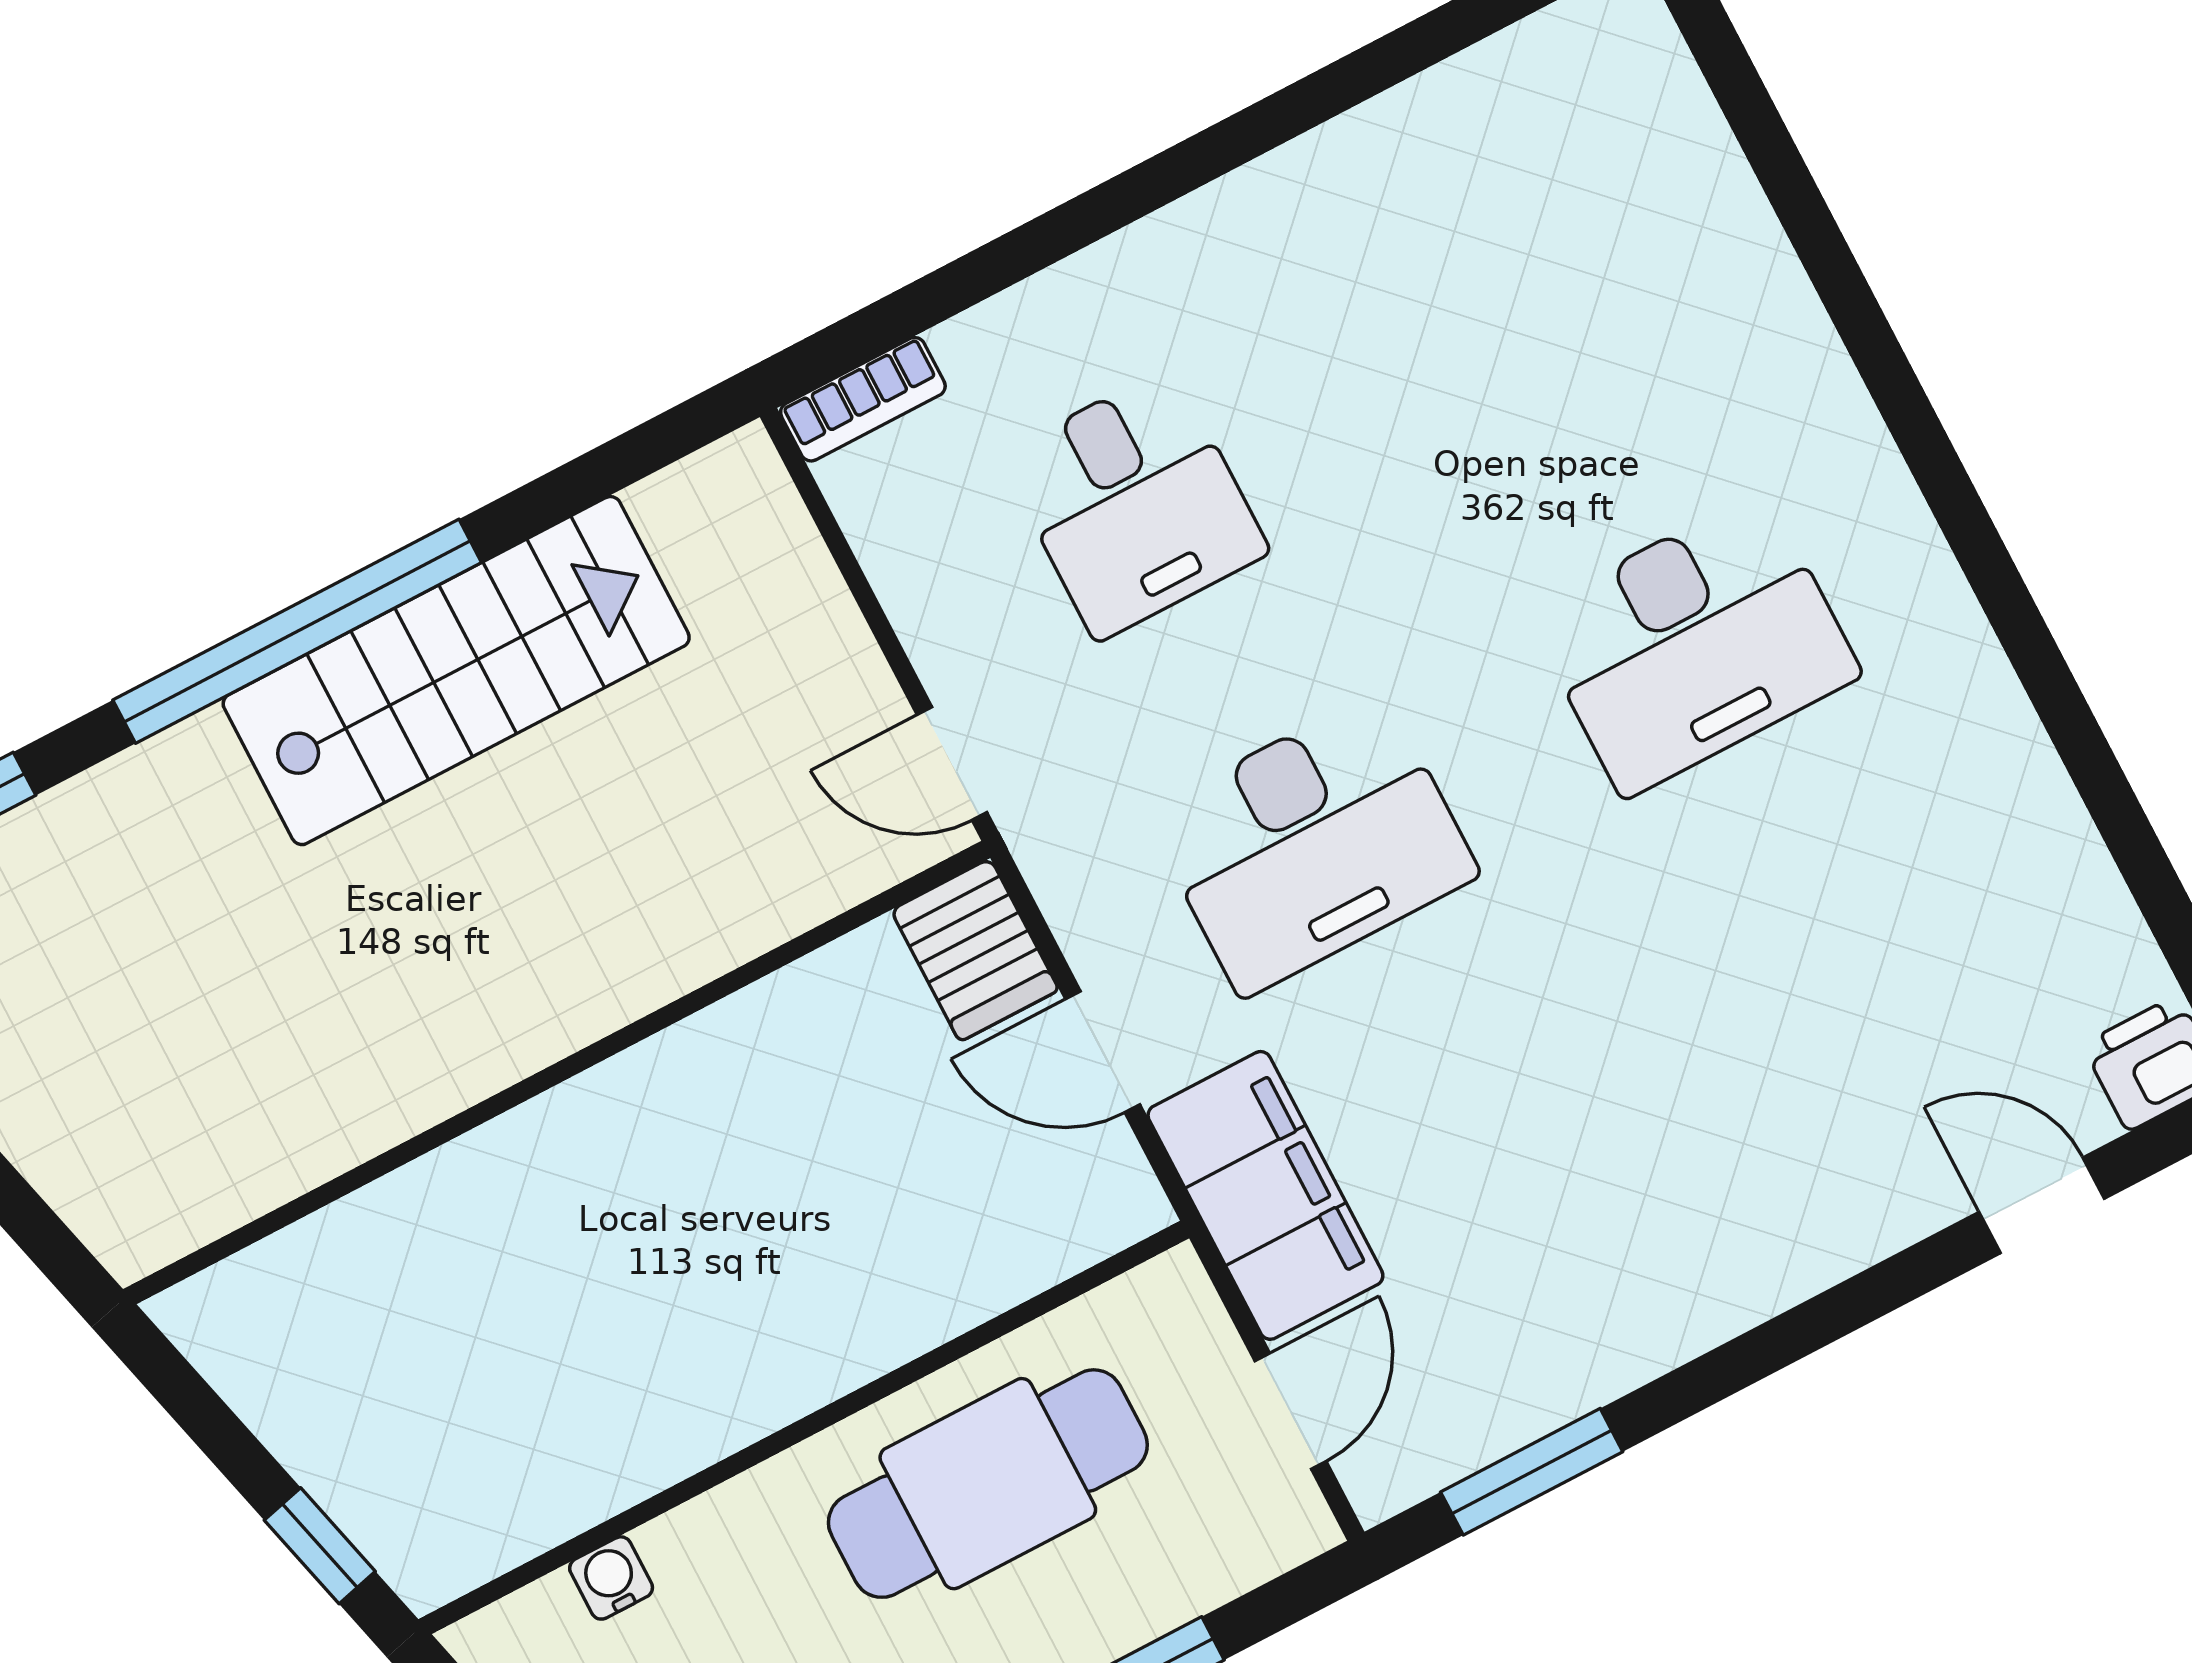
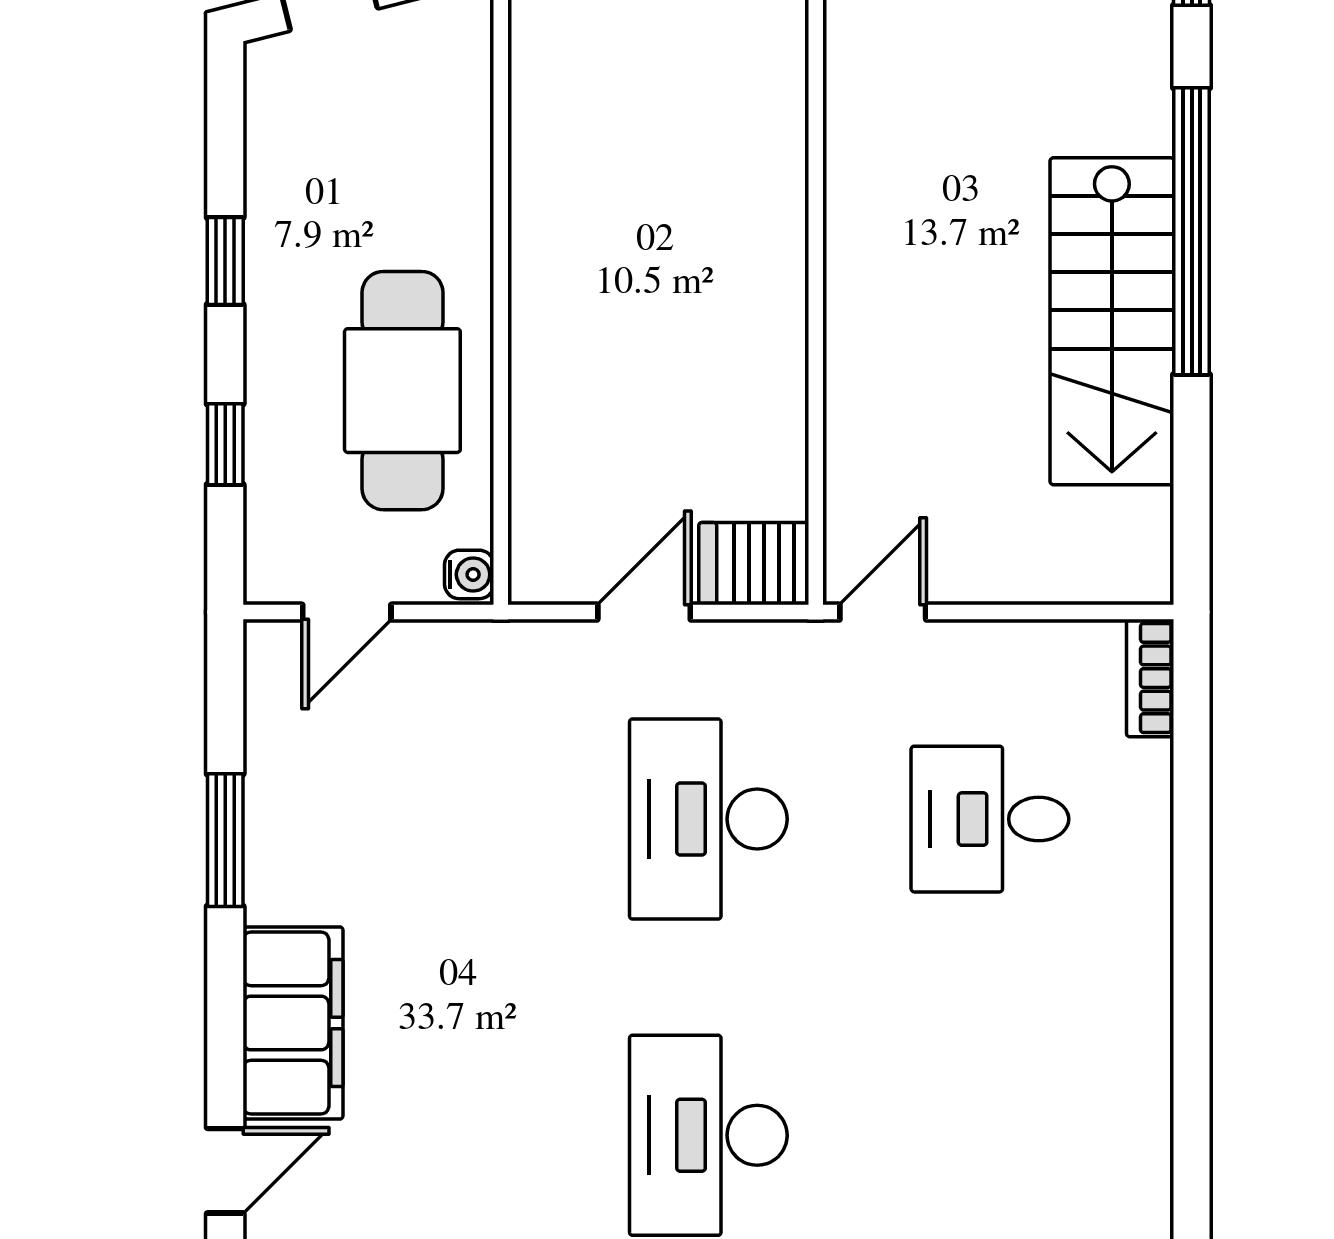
filing cabinet: (1265, 1195) -> (293, 1023), moved, turned -90
door: (1290, 1411) -> (347, 612), hinge flipped
window: (1532, 1472) -> (225, 840), moved
water cooler: (611, 1578) -> (469, 574), moved

